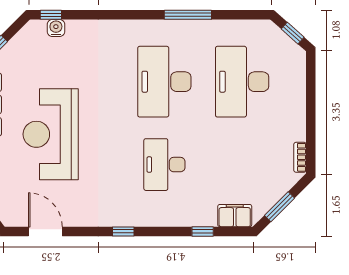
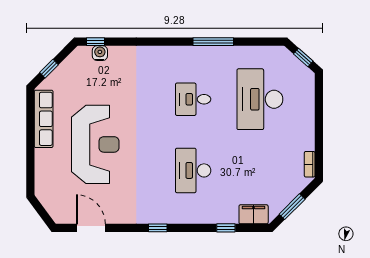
desk: (164, 82) -> (193, 99), width x0.53, depth x0.77
reception desk: (51, 134) -> (95, 144), turned 180

